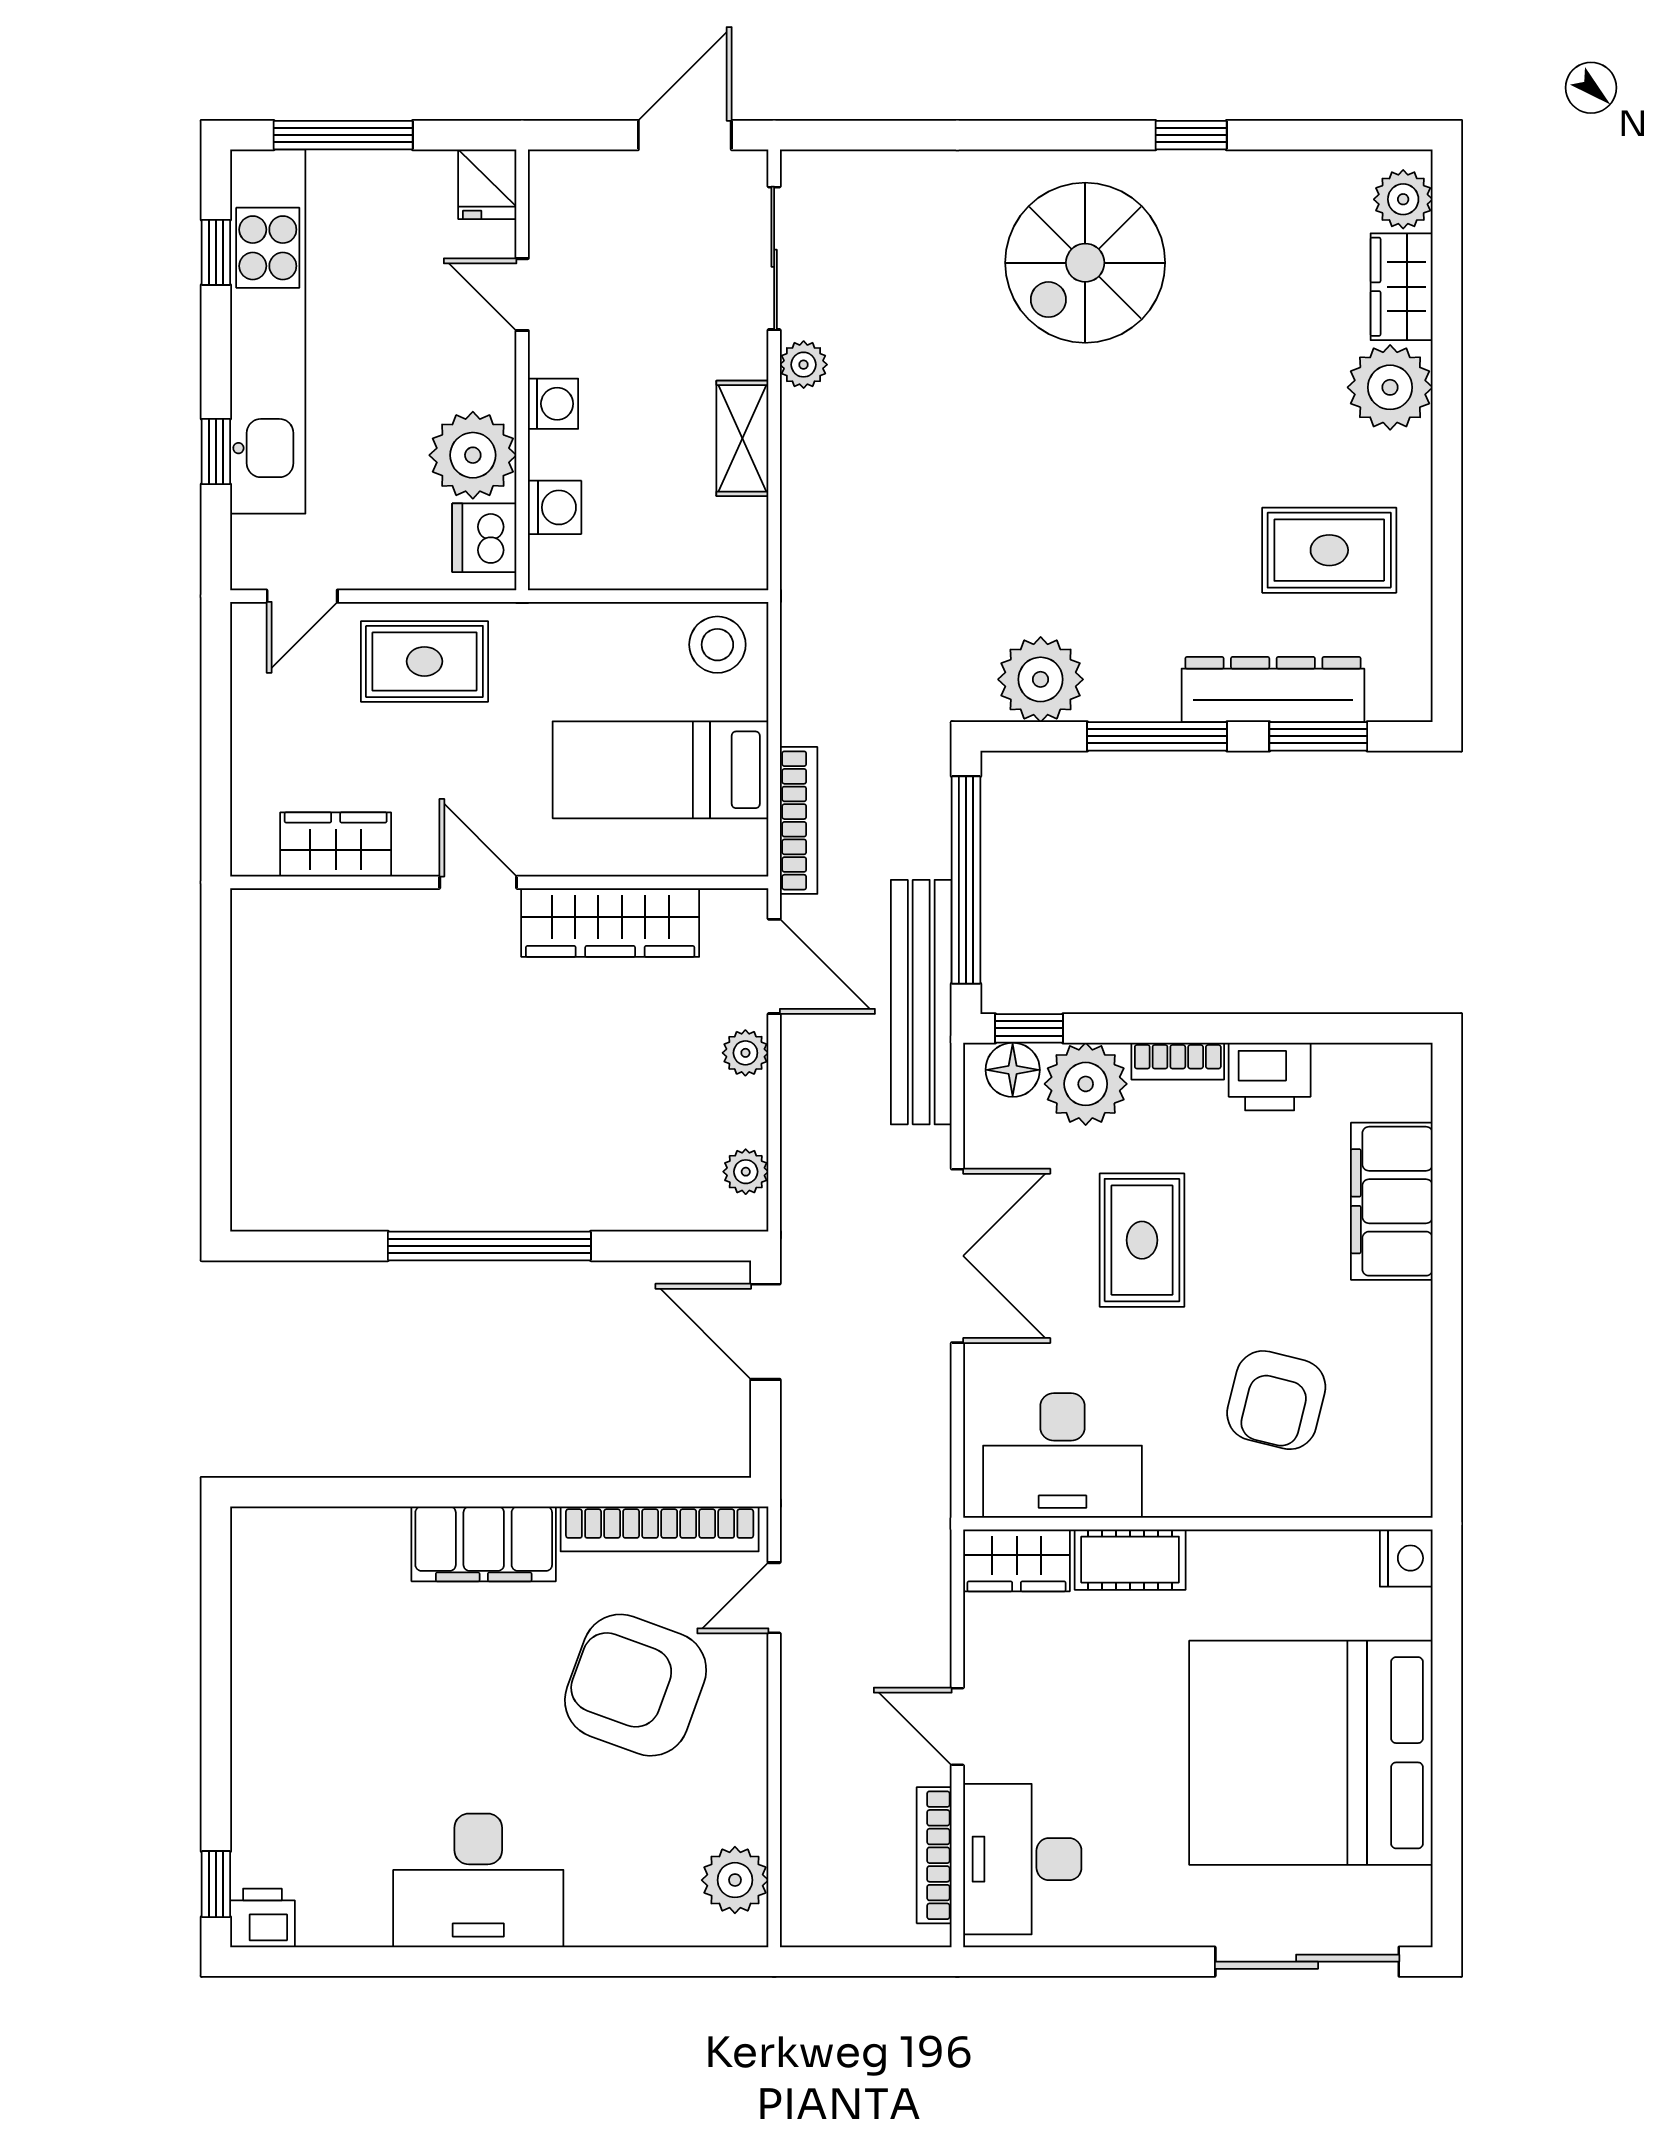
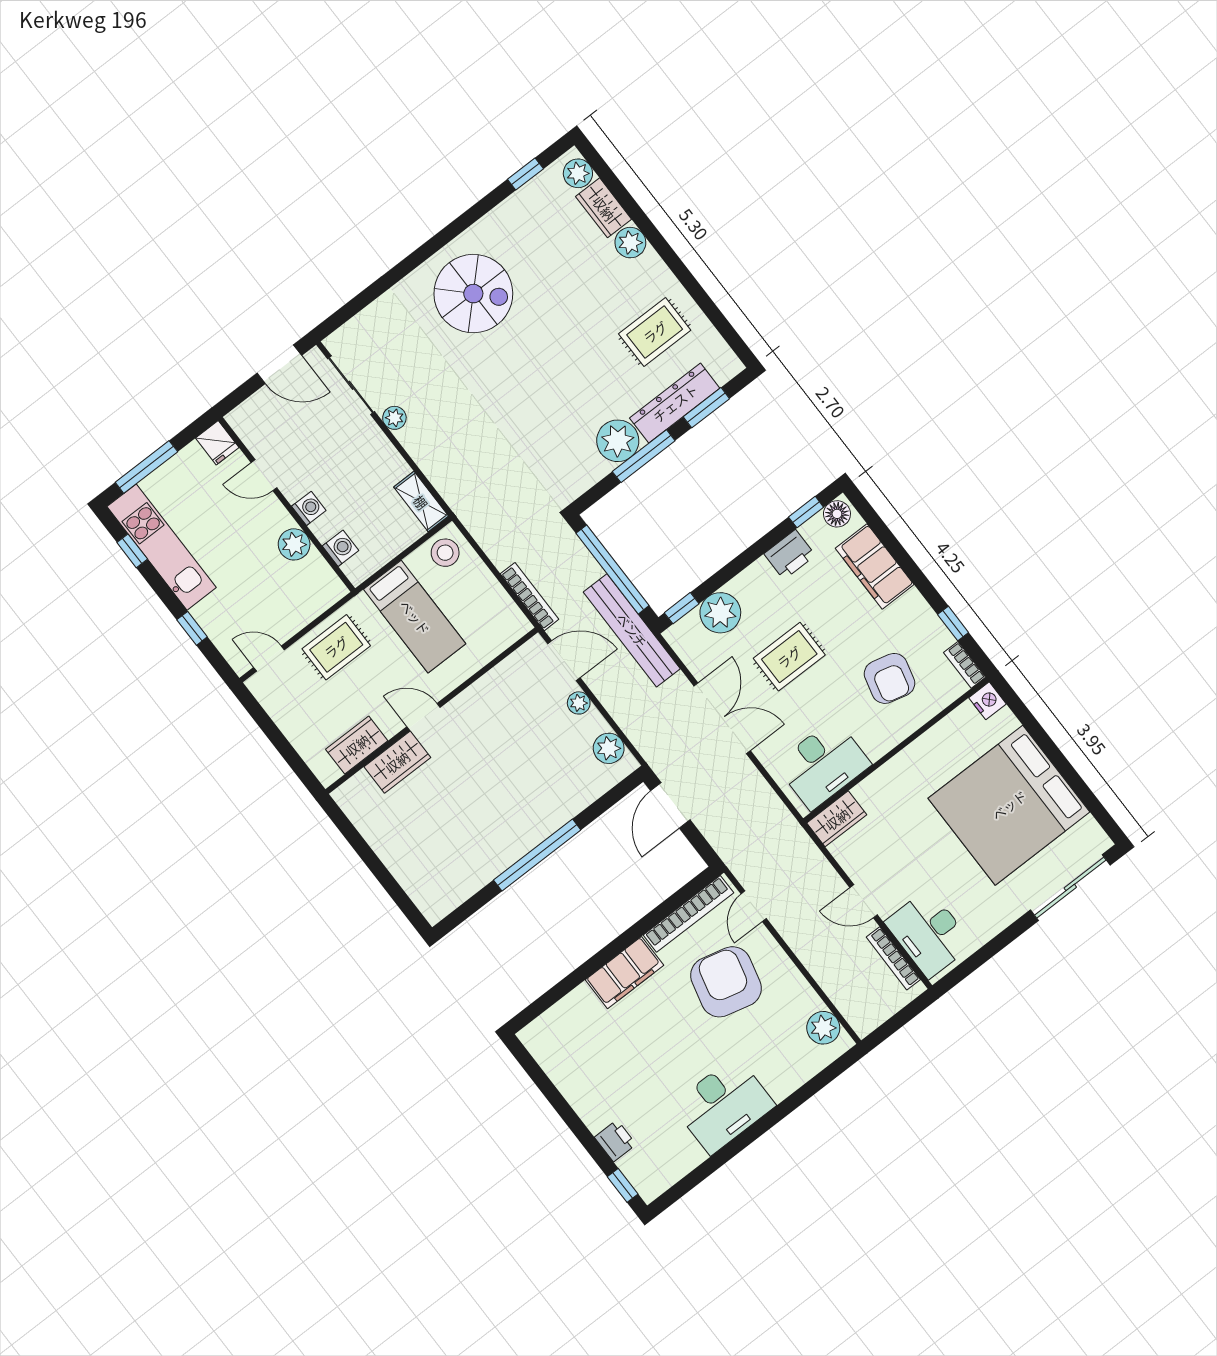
door: (685, 135) -> (279, 364), swing flipped
window: (1191, 135) -> (525, 174), moved
spiral stairs: (1085, 263) -> (473, 294), turned -90
kitchen unit: (268, 332) -> (162, 547), width x0.73
plant: (1390, 387) -> (630, 243), width x0.73, depth x0.73
shelving: (742, 438) -> (421, 502), moved
plant: (473, 455) -> (294, 544), width x0.73, depth x0.73
dishwasher: (484, 538) -> (322, 581), removed
door: (302, 596) -> (269, 659), swing flipped
plant: (1041, 679) -> (618, 441), moved
bed: (661, 770) -> (415, 617), moved, turned -90
wardrobe: (610, 922) -> (397, 762), moved, width x0.67
window: (1349, 1028) -> (806, 512), added
bookcase: (1178, 1061) -> (965, 665), moved, turned 90
floor lamp: (1013, 1070) -> (837, 514), moved
plant: (746, 1172) -> (609, 748), width x1.38, depth x1.38
rug: (1142, 1240) -> (789, 657), turned 90
door: (766, 1332) -> (670, 805), hinge flipped
window: (1447, 1391) -> (953, 623), added
cot: (1130, 1560) -> (881, 784), removed
armchair: (636, 1685) -> (726, 982), turned 84
printer: (262, 1918) -> (615, 1141), moved, turned 90

